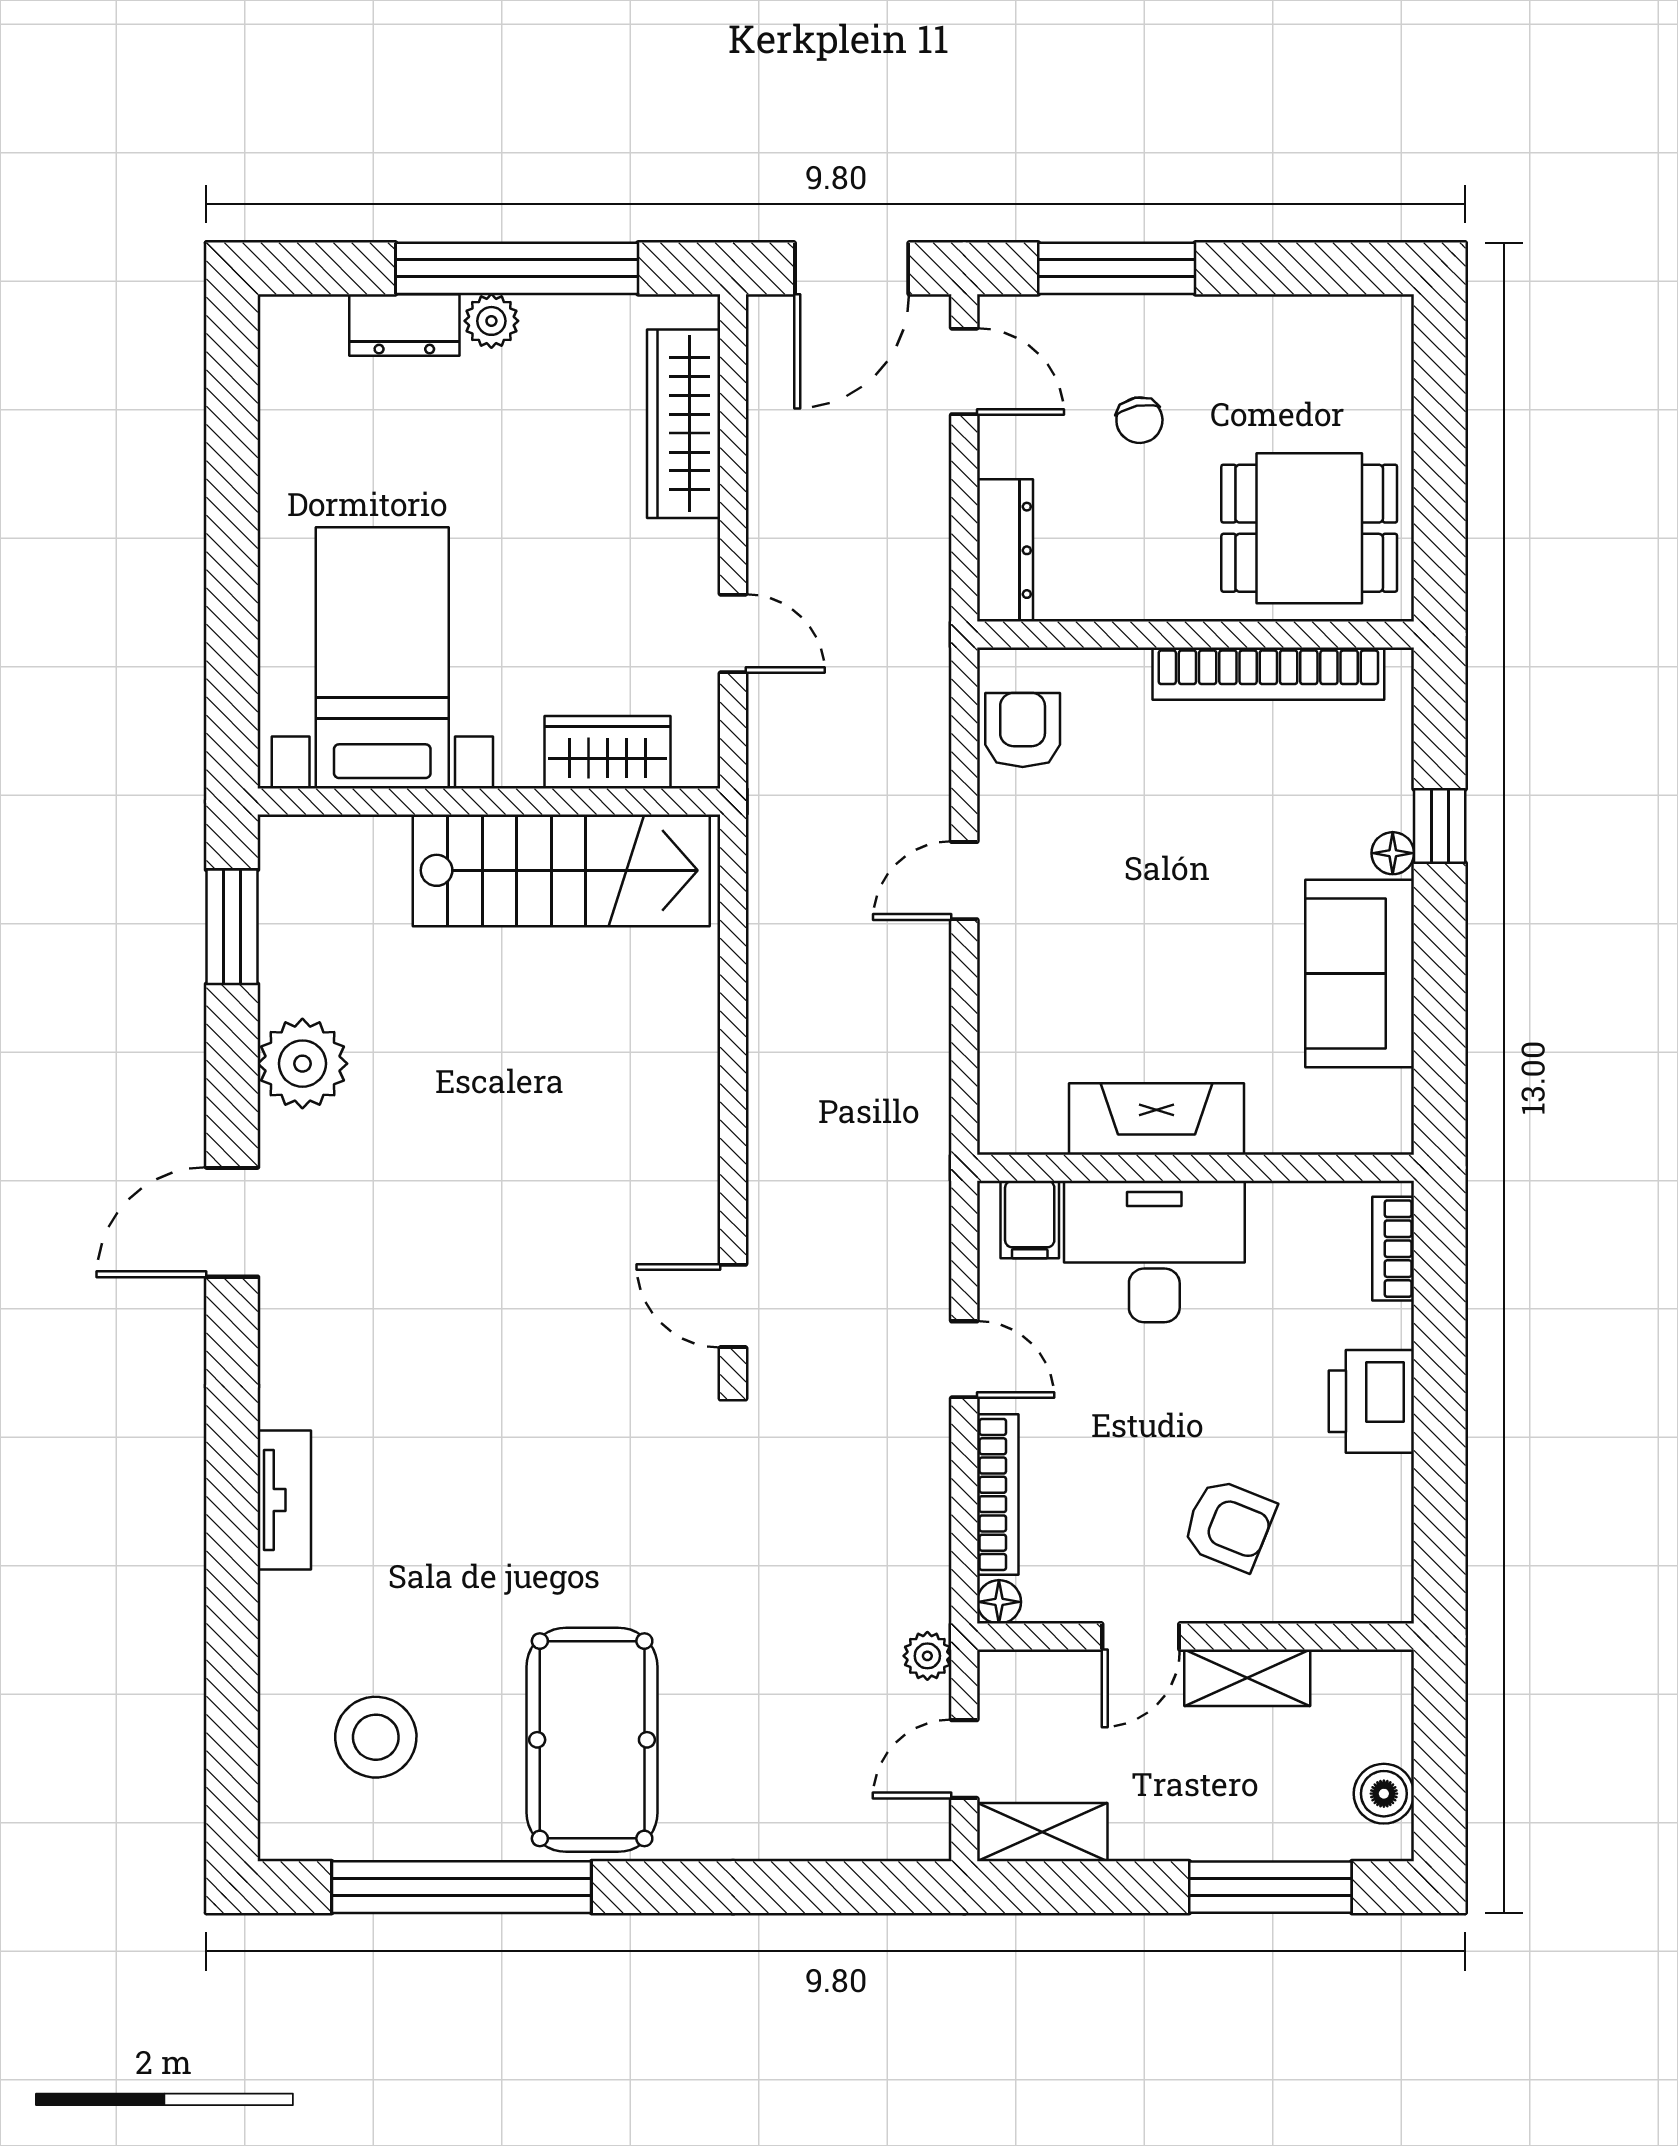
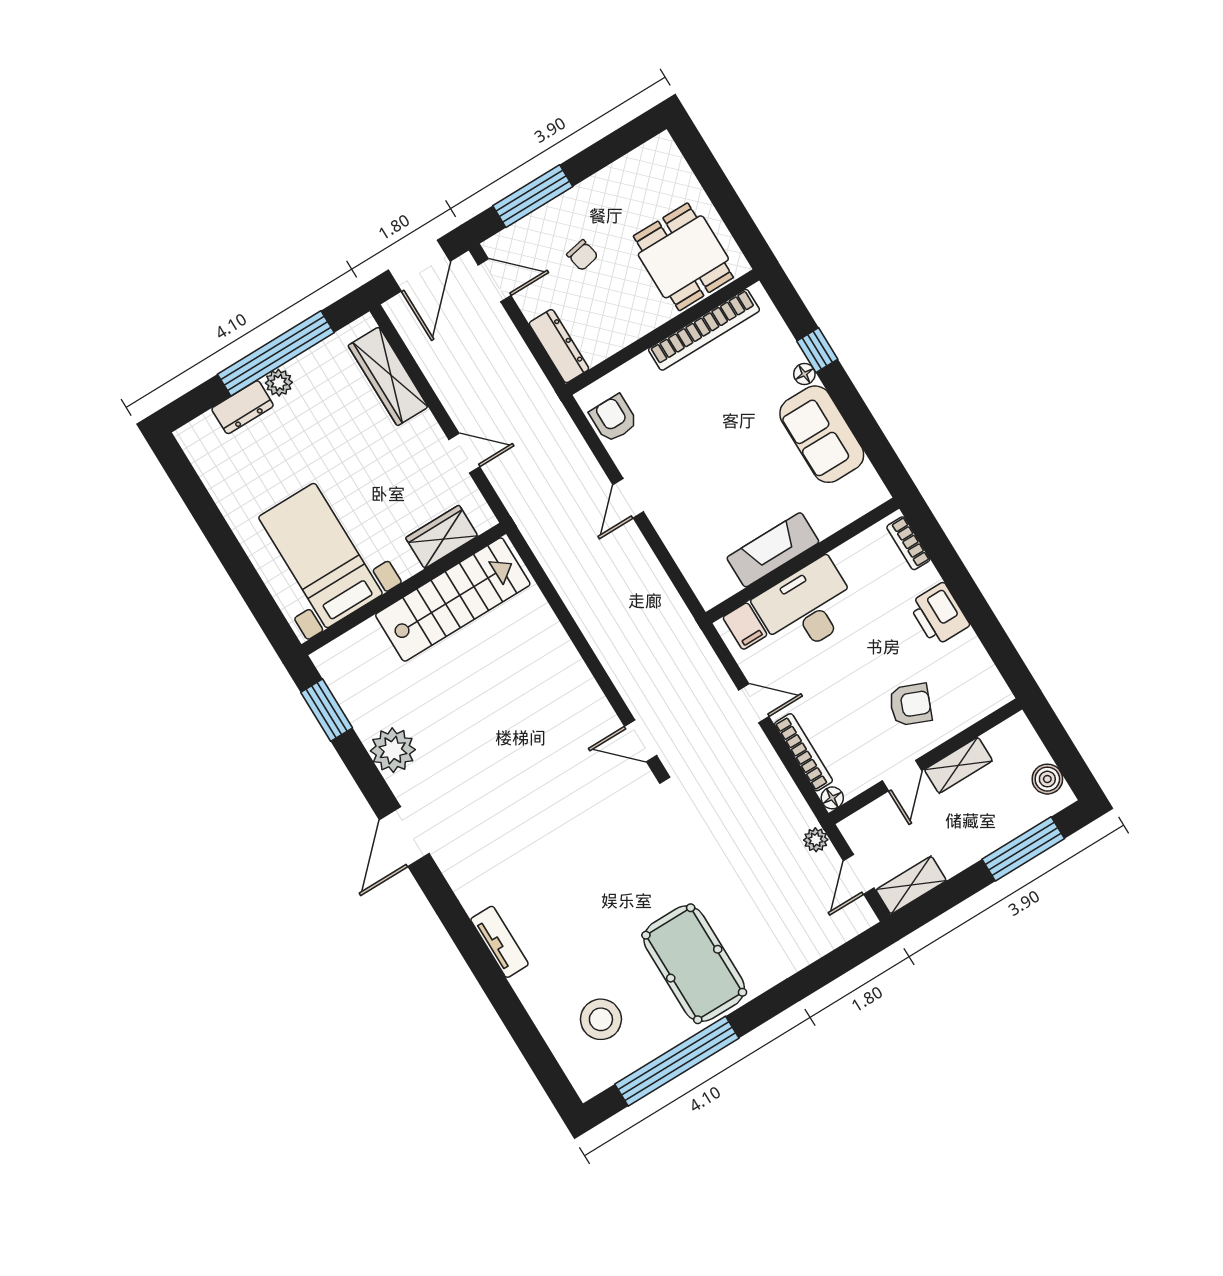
dining table: (1309, 528) -> (683, 257), turned 90

